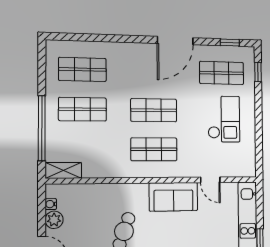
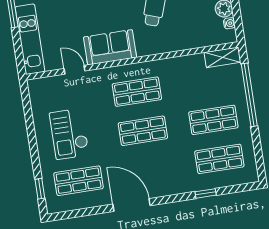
door: (175, 41) -> (131, 205), hinge flipped
window: (230, 43) -> (206, 193), moved

